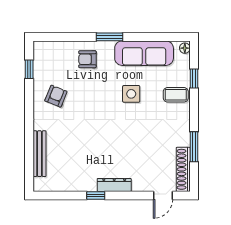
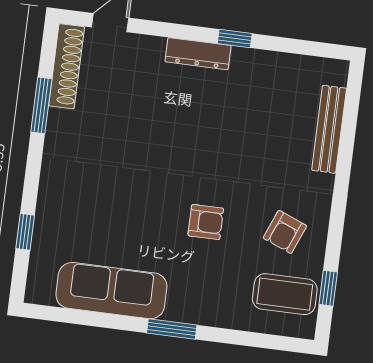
floor lamp: (185, 48) -> (35, 290), removed
armchair: (87, 59) -> (206, 222), moved
side table: (131, 94) -> (145, 218), removed
coffee table: (176, 95) -> (285, 294), moved, width x1.36, depth x1.30

